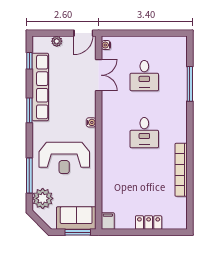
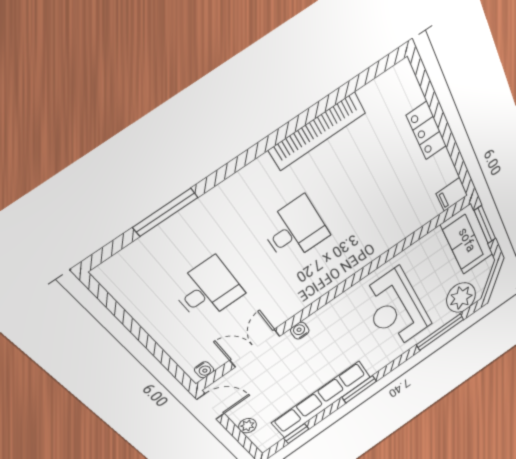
water cooler: (91, 122) -> (300, 331), moved
reception desk: (64, 158) -> (396, 309), turned 180

